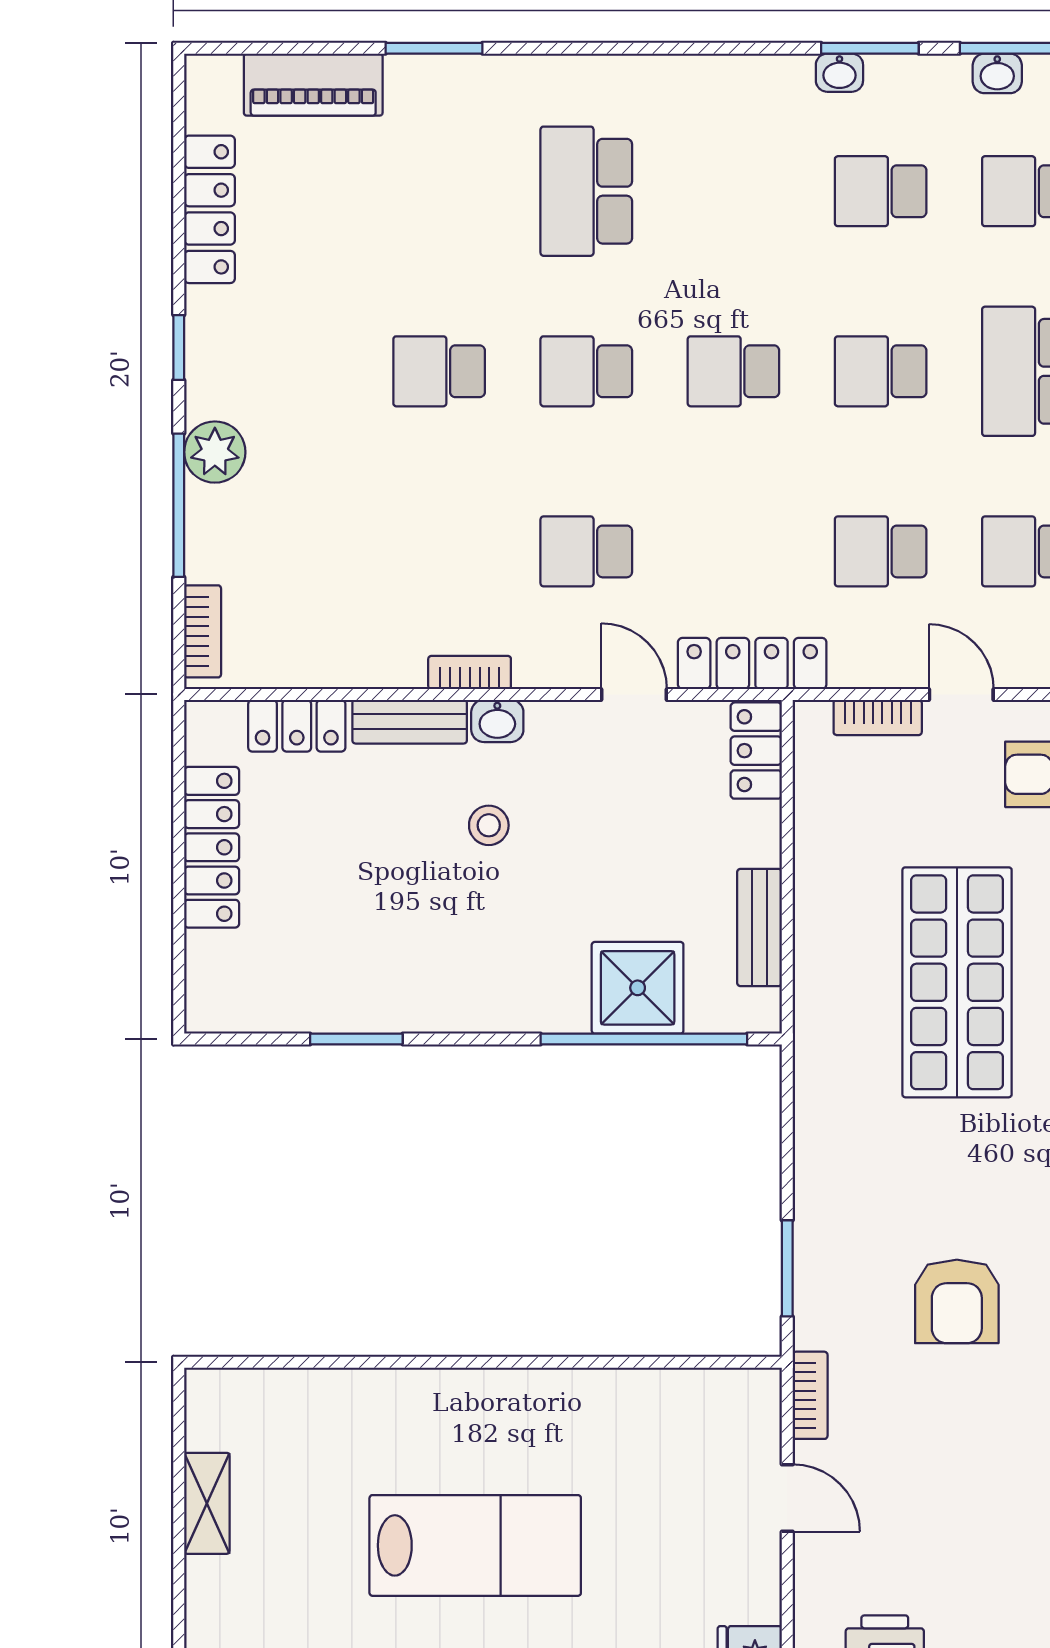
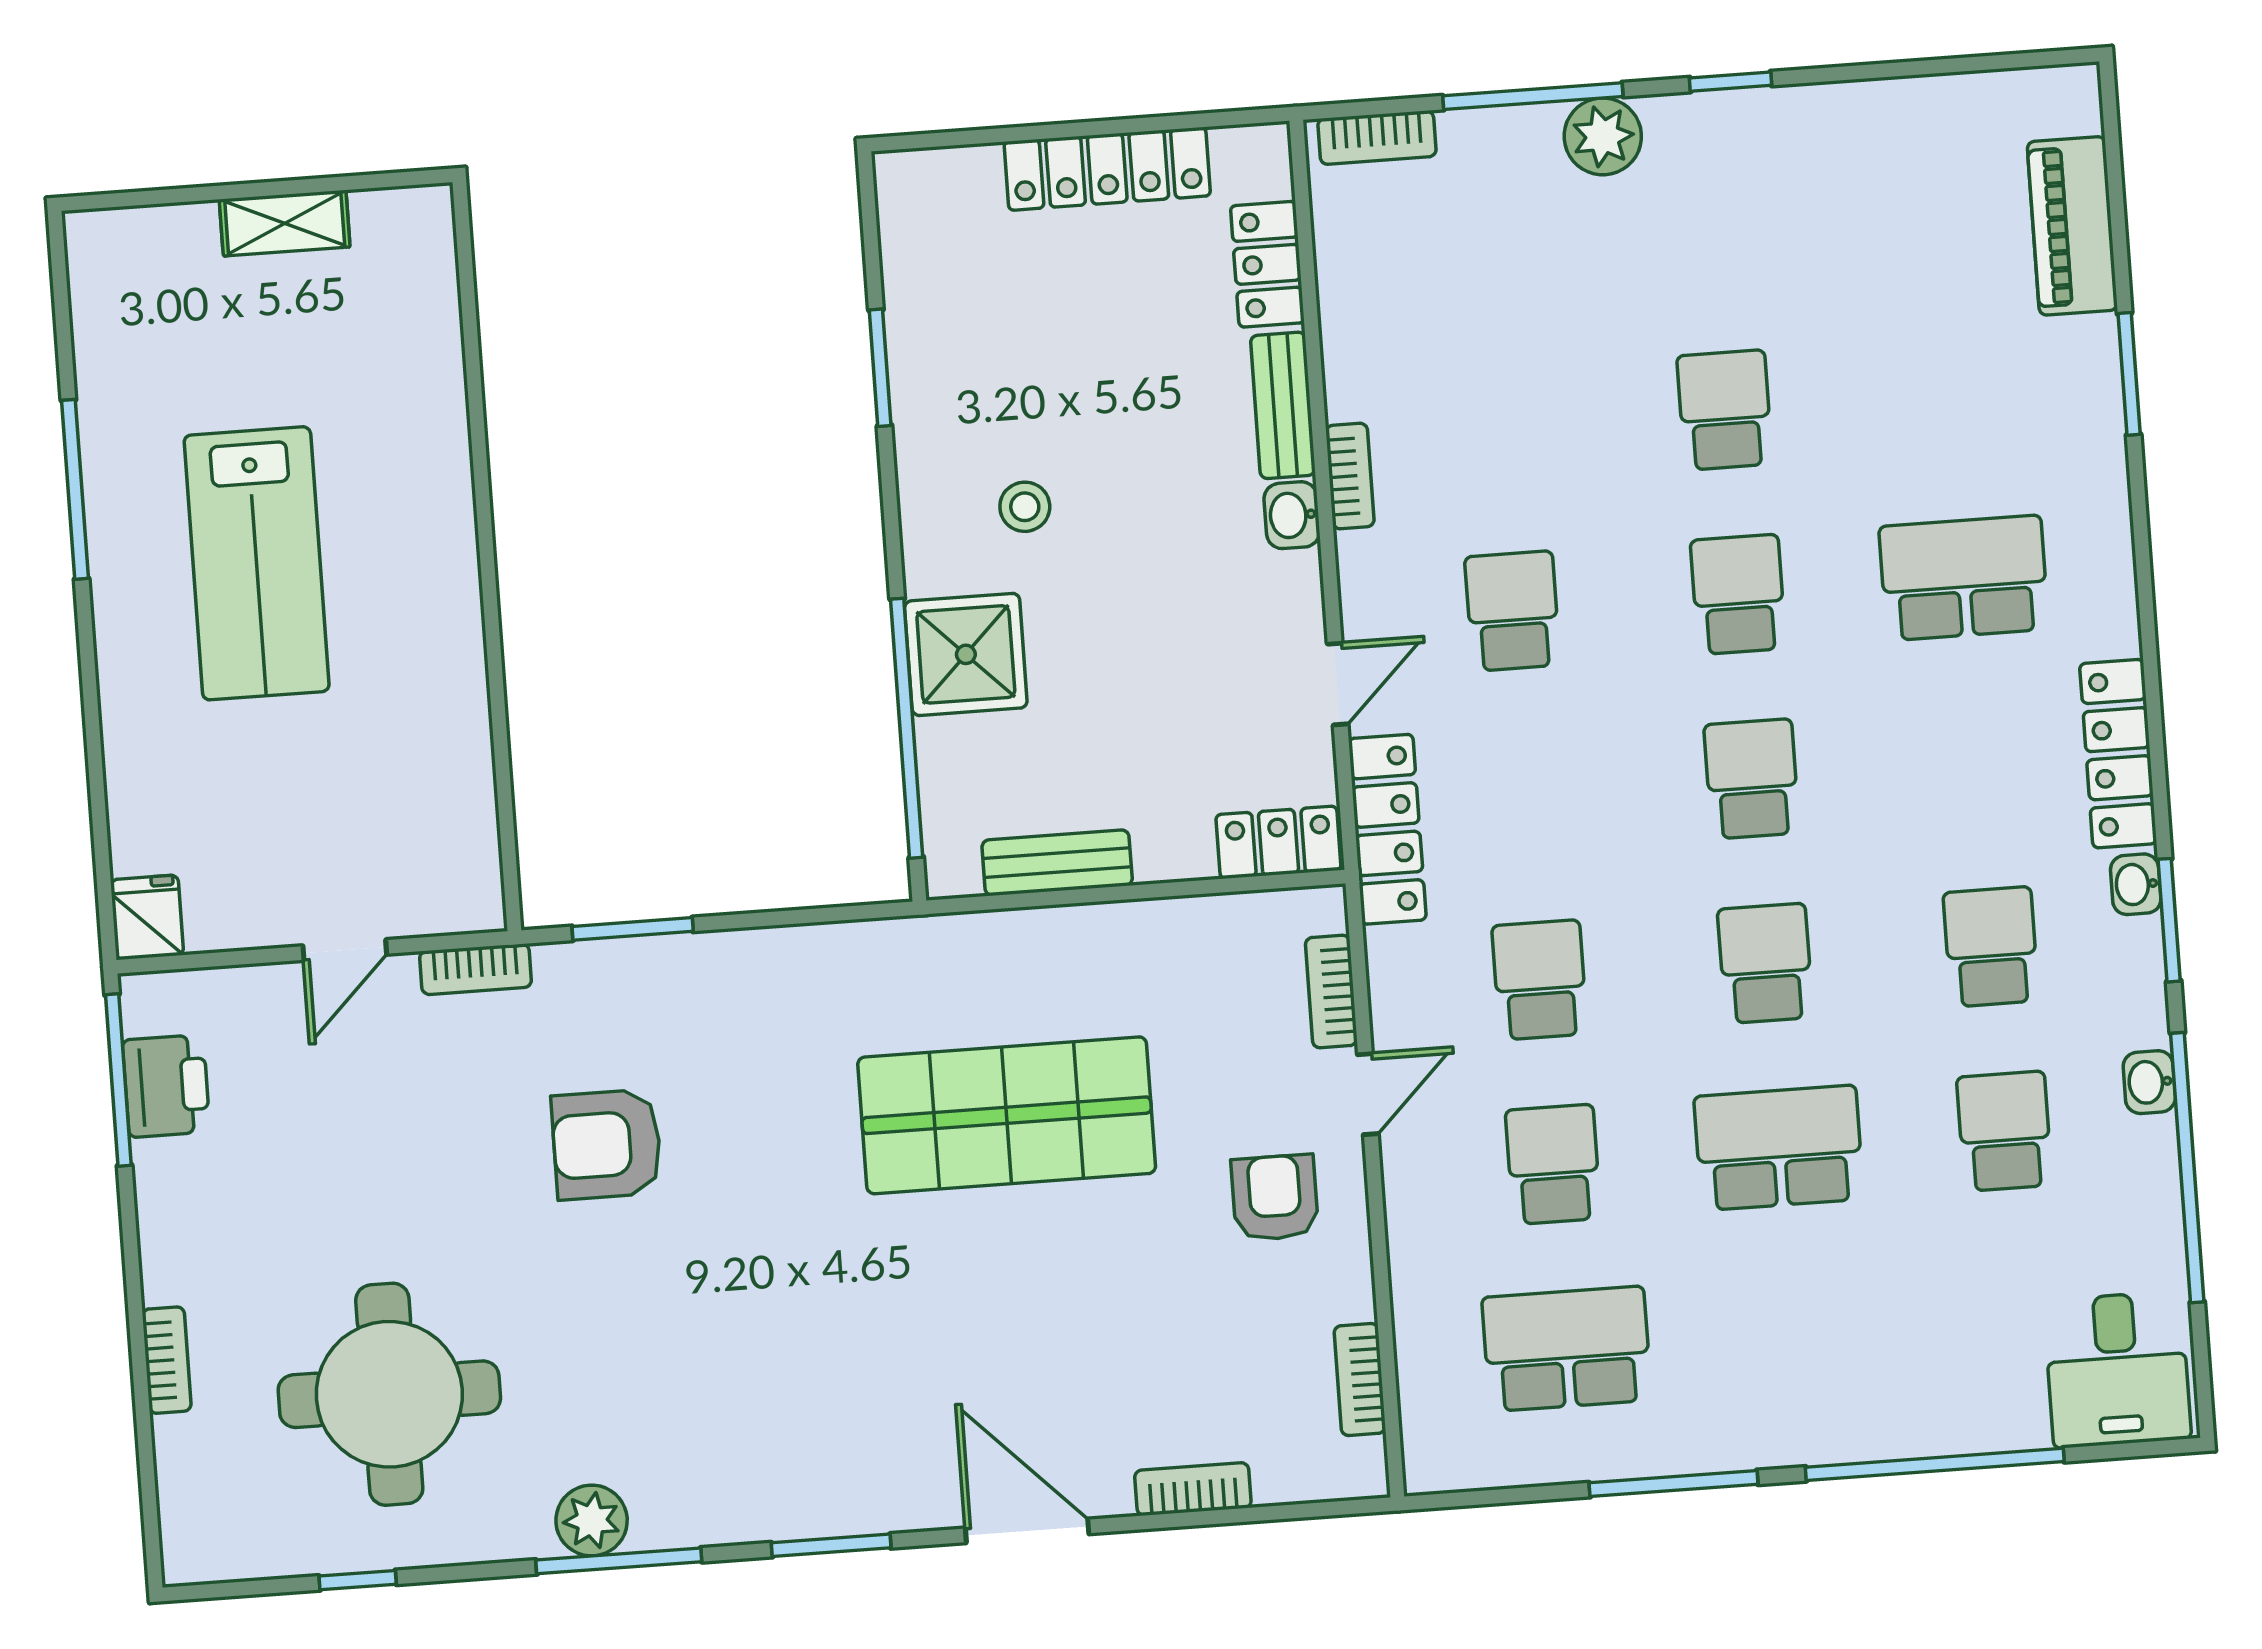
locker: (210, 209) -> (2118, 754), moved, turned 90
stool: (489, 825) -> (1025, 507), moved
shower: (638, 988) -> (966, 654), moved

